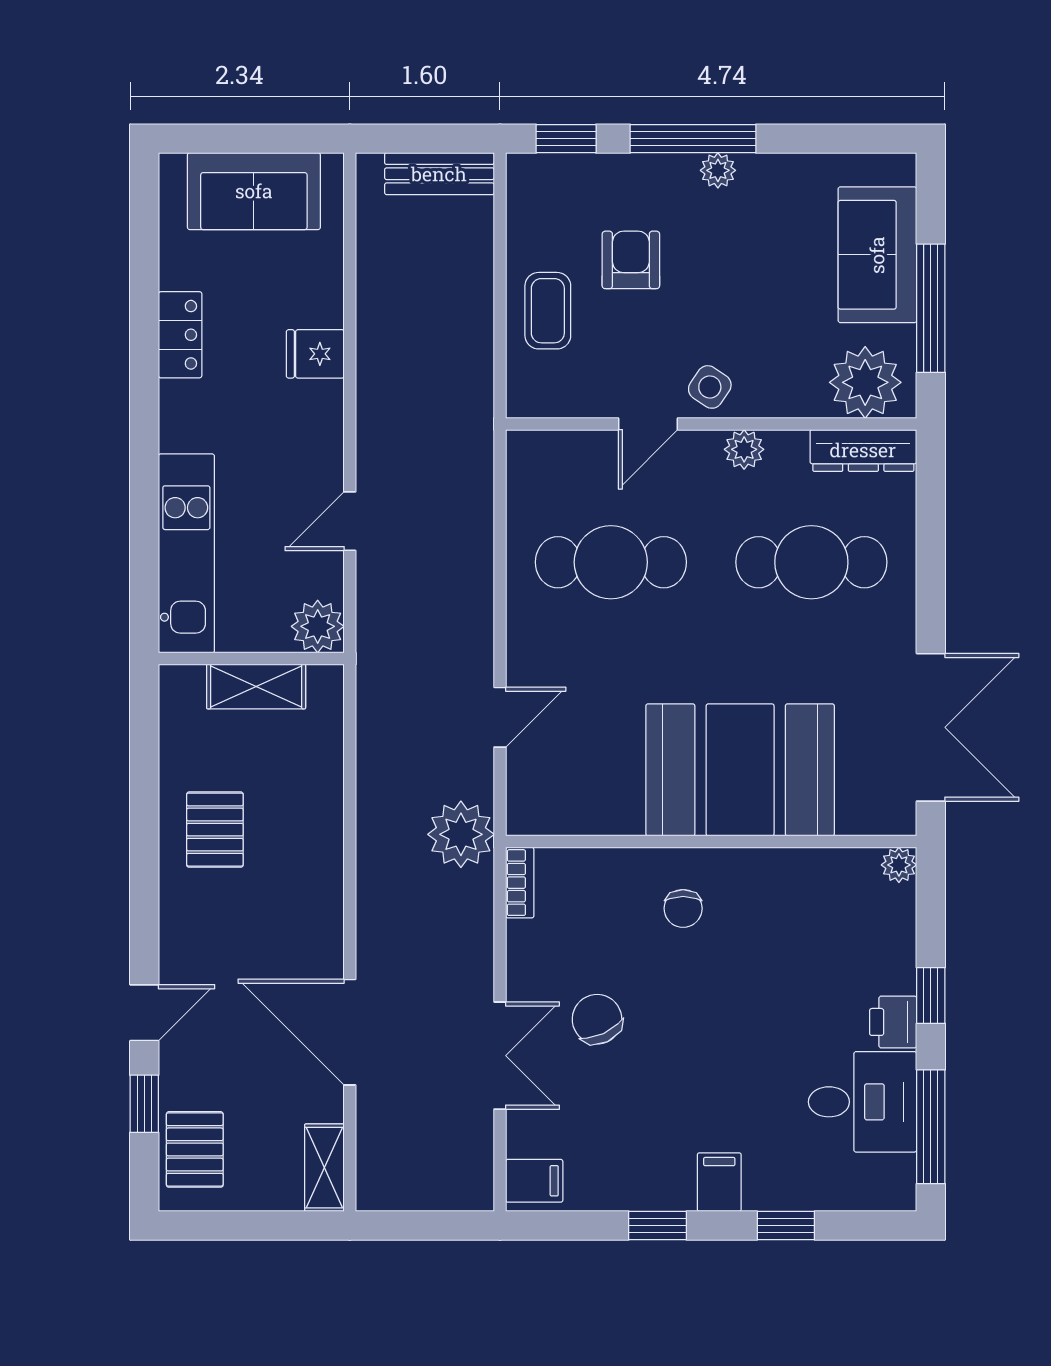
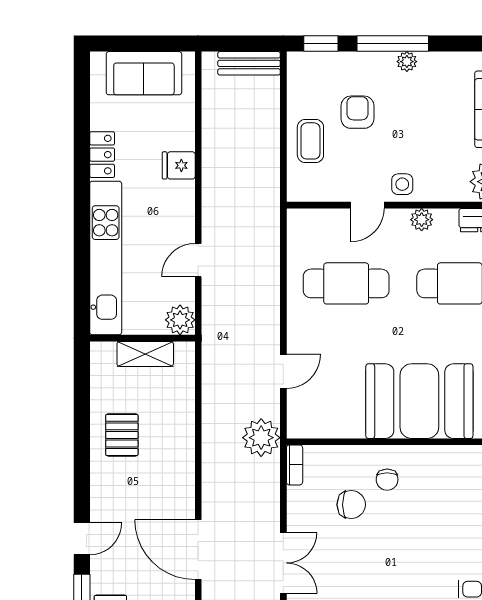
side table: (710, 387) -> (402, 184), turned -34
kitchen unit: (186, 553) -> (106, 258), width x1.36
chair: (597, 1019) -> (351, 505), moved, turned 115

